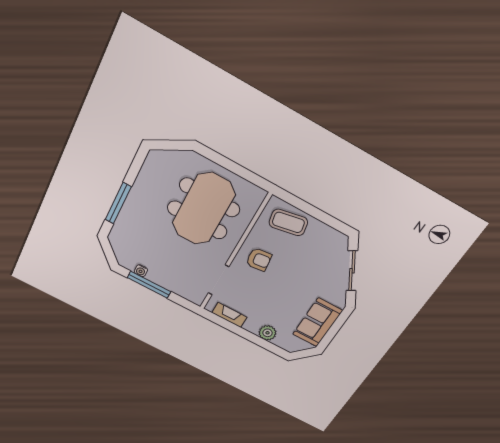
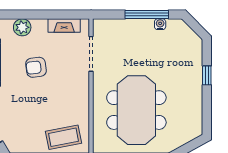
window: (118, 203) -> (207, 75), width x0.46
armchair: (259, 260) -> (36, 67), moved

